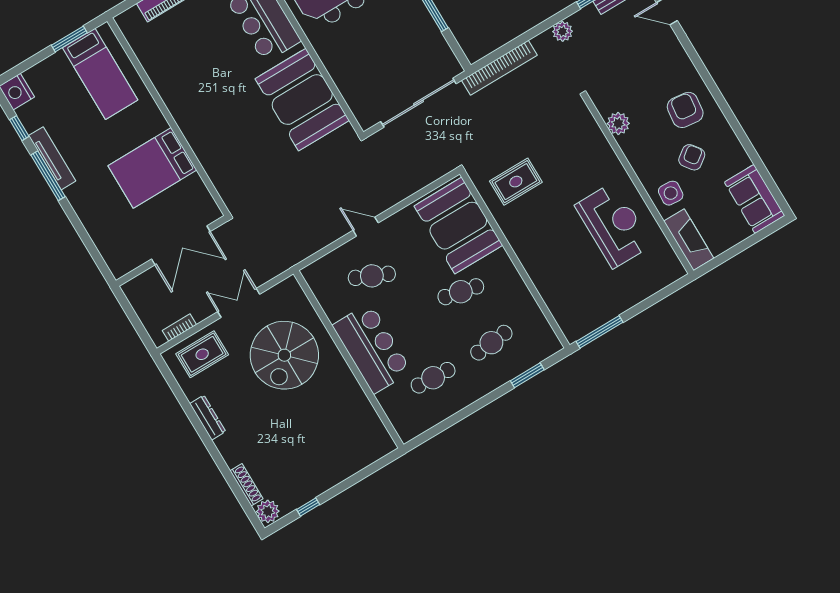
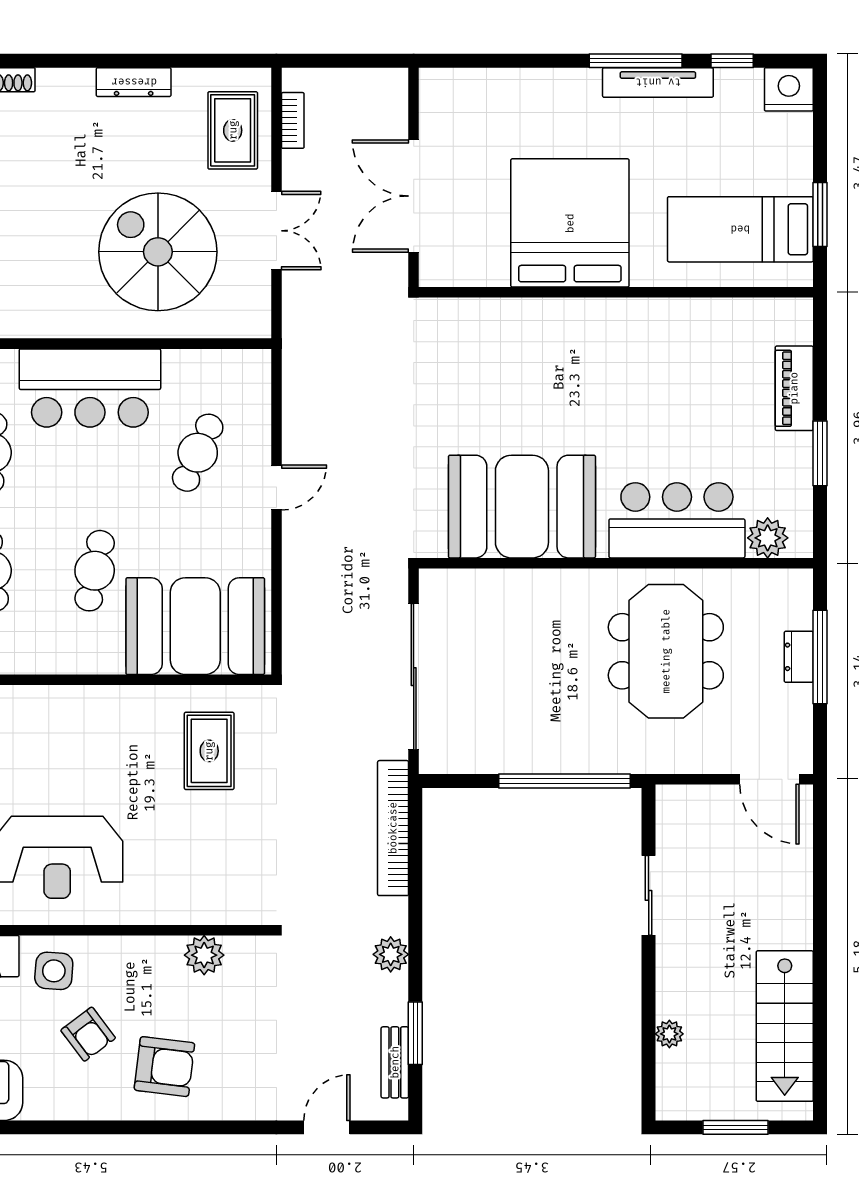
bed: (152, 168) -> (570, 223), width x1.36

